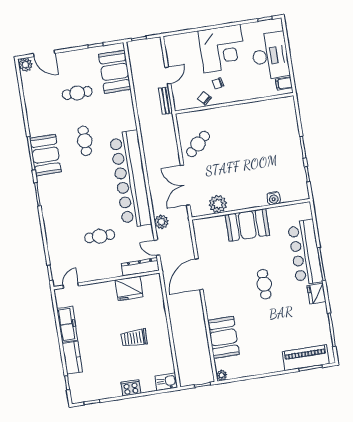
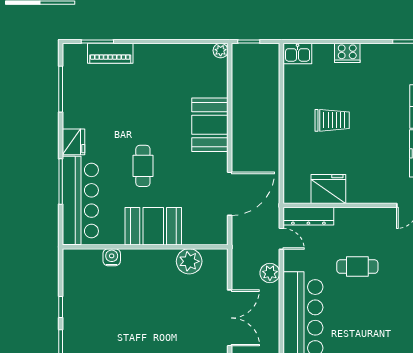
water cooler: (274, 198) -> (112, 257), moved
plant: (218, 204) -> (189, 261), moved
wall: (251, 209) -> (145, 247), moved
booth: (247, 225) -> (153, 226), moved
booth: (223, 337) -> (210, 125), moved
piano: (306, 358) -> (110, 53), width x0.73, depth x0.75

